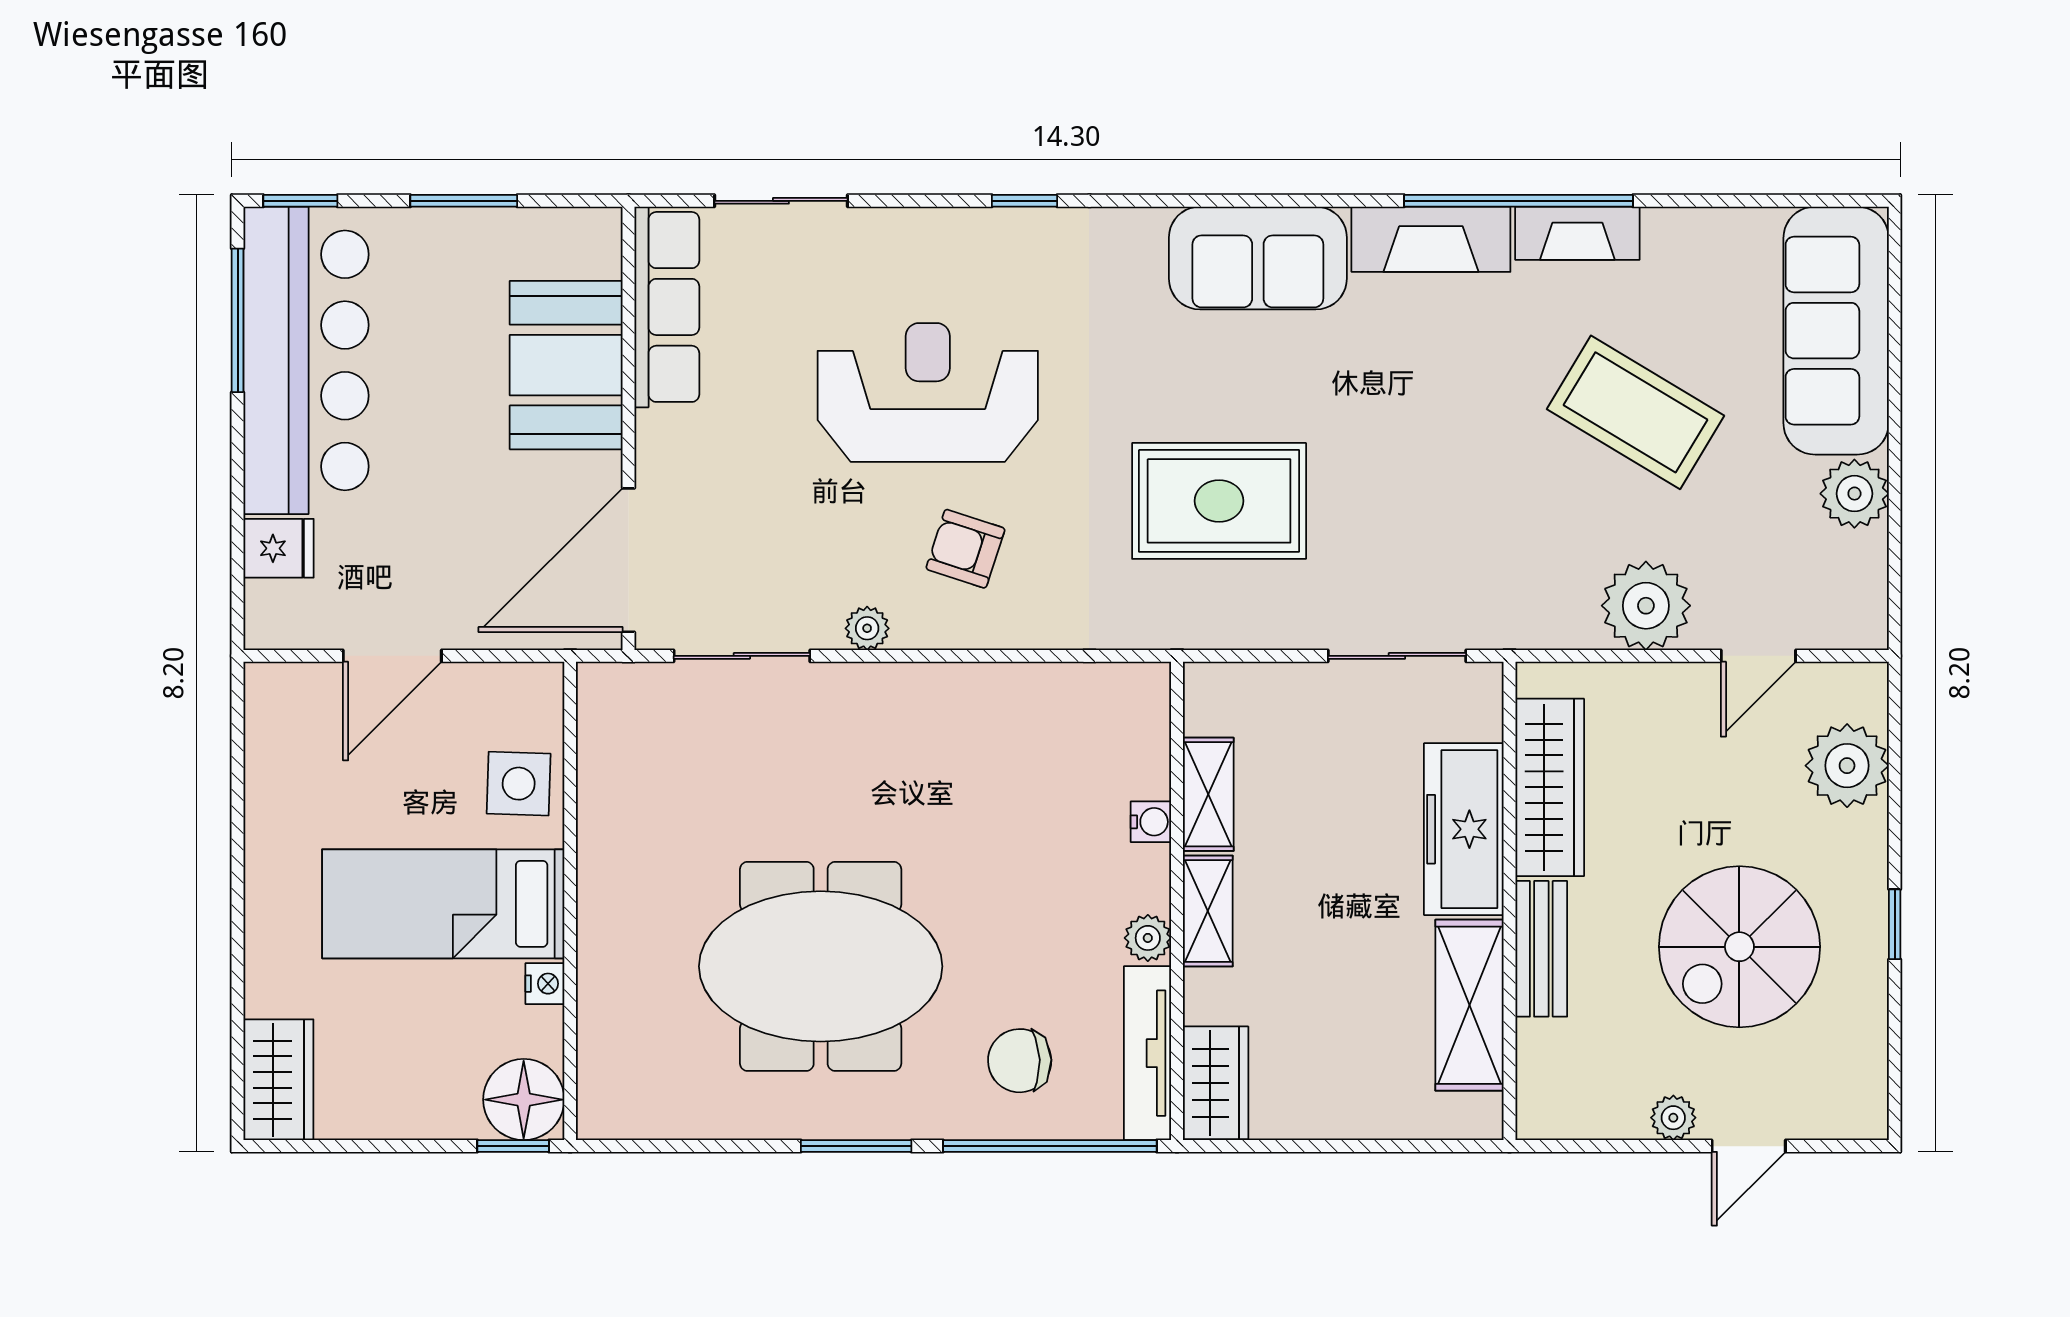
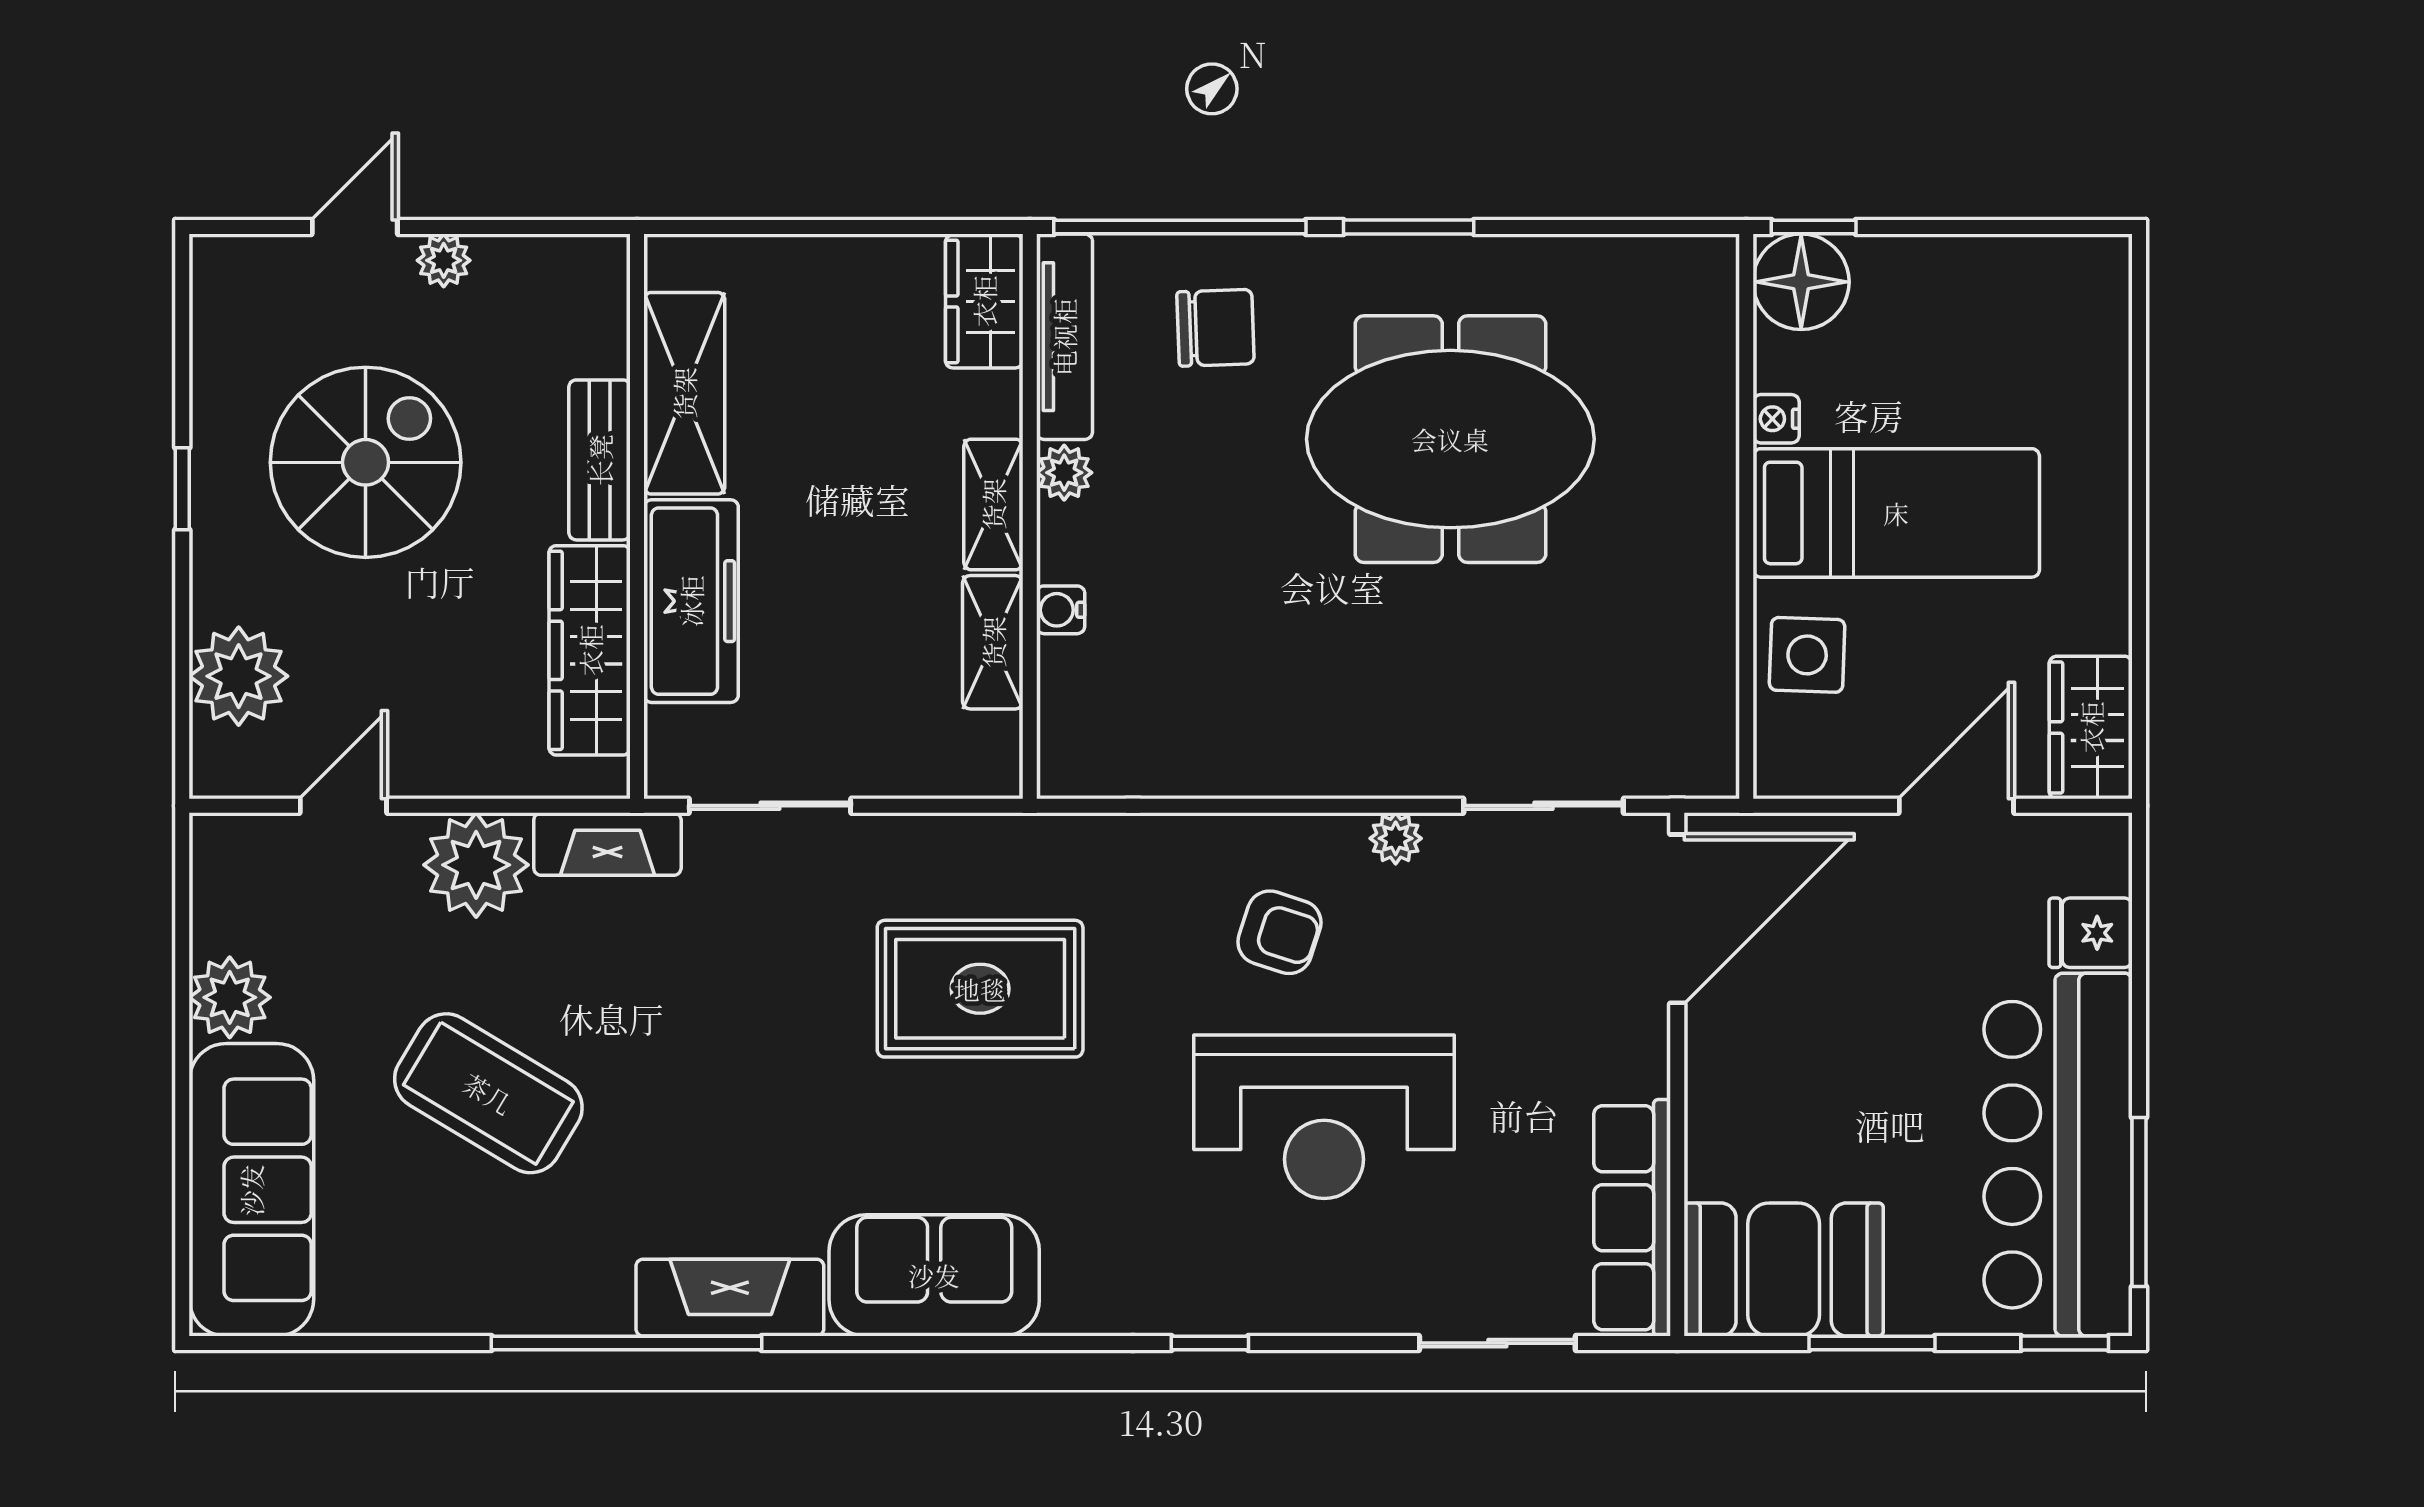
fireplace: (1577, 233) -> (607, 844), moved, turned 180
booth: (566, 365) -> (1784, 1269), moved, turned 90
wardrobe: (278, 1080) -> (2091, 727), moved

